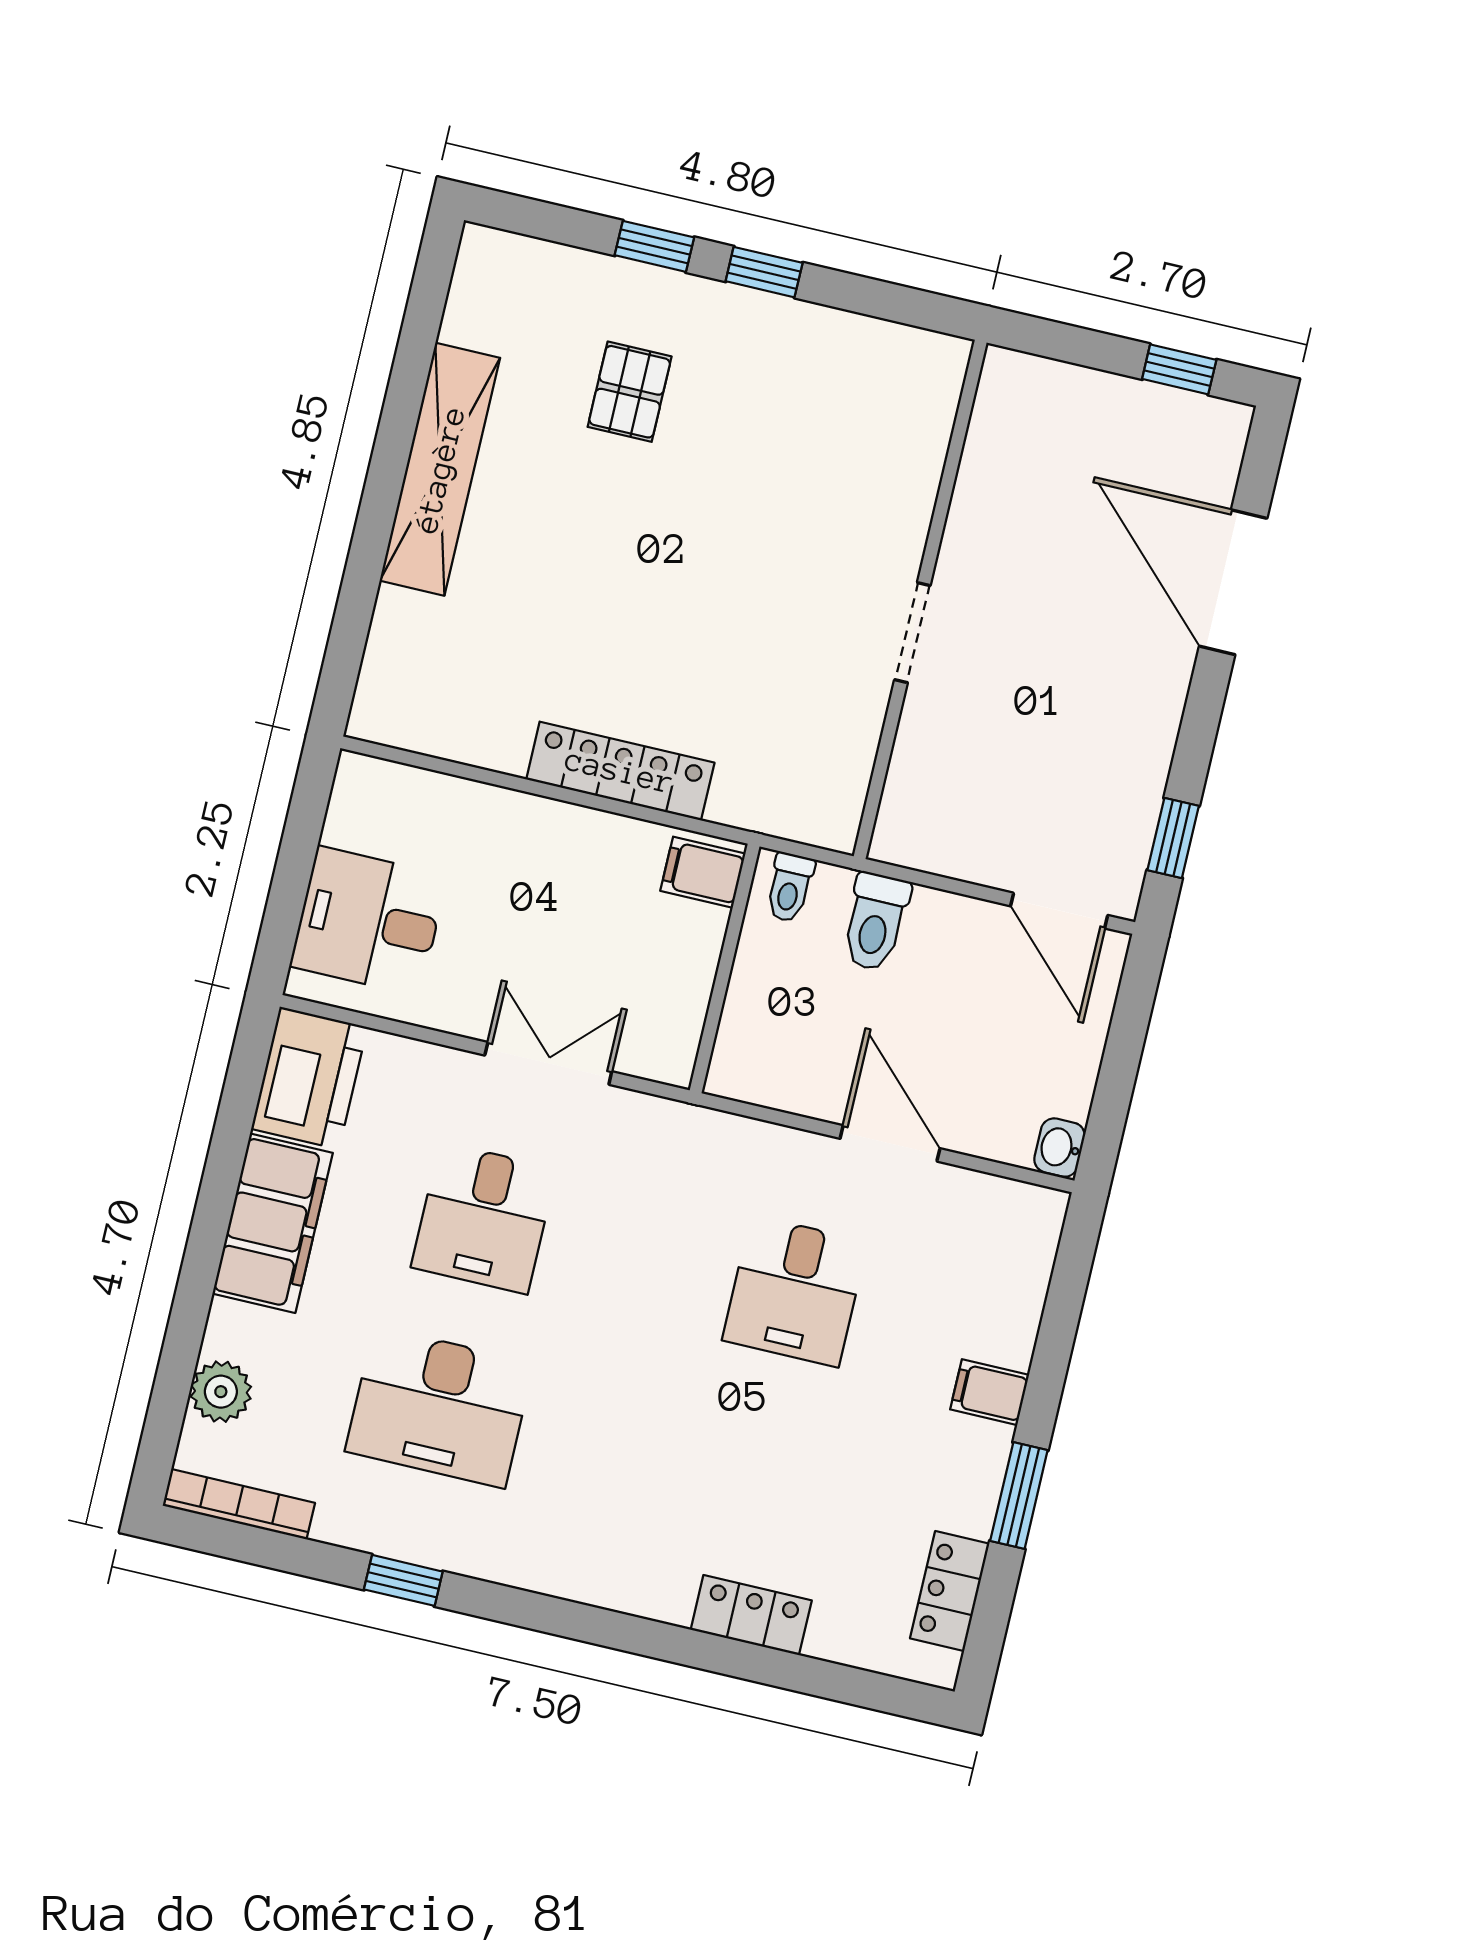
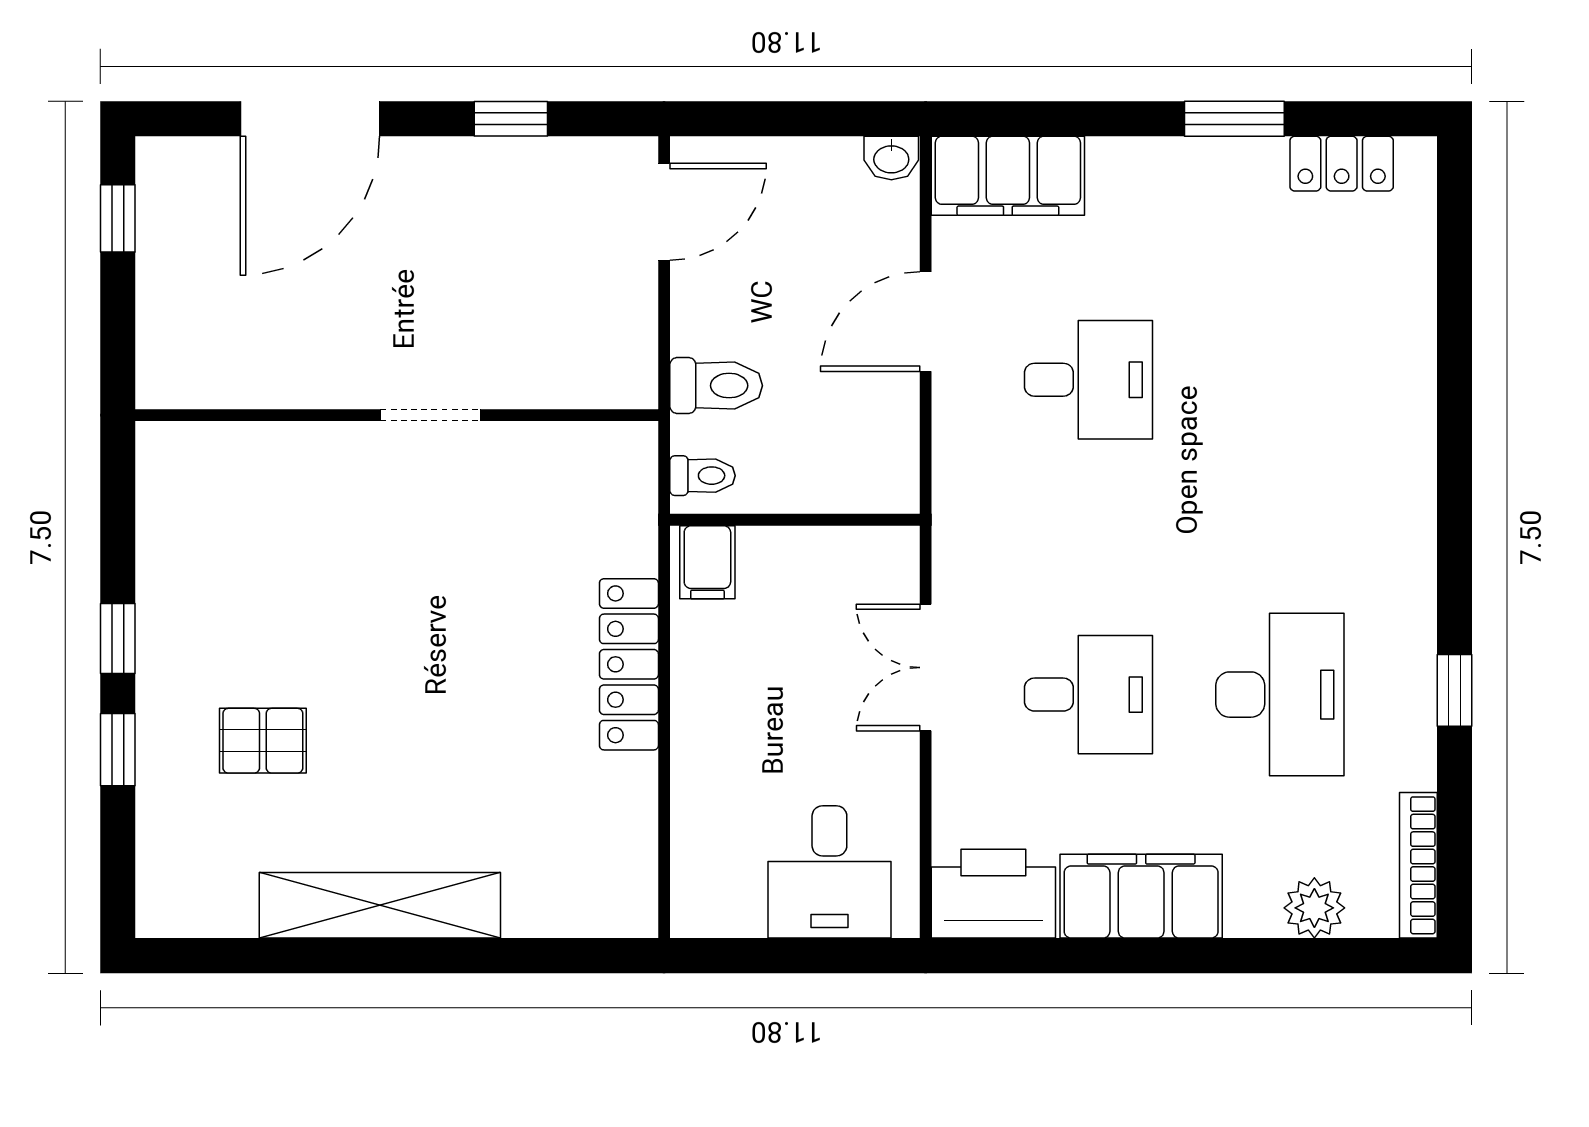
window: (1173, 838) -> (511, 119), moved
filing cabinet: (990, 1392) -> (1008, 176), moved, width x3.00, depth x1.17
locker: (751, 1615) -> (1409, 349), removed

